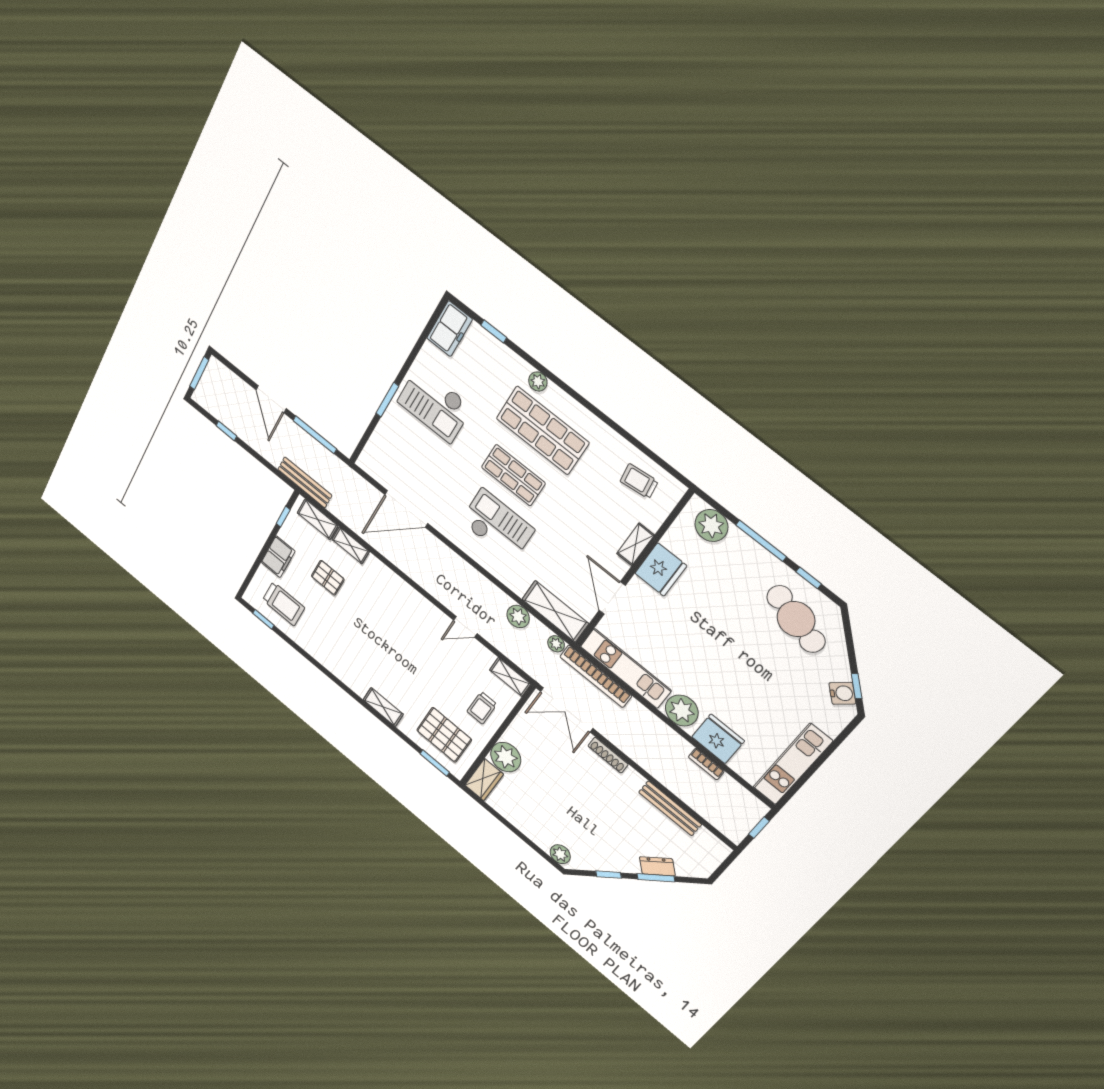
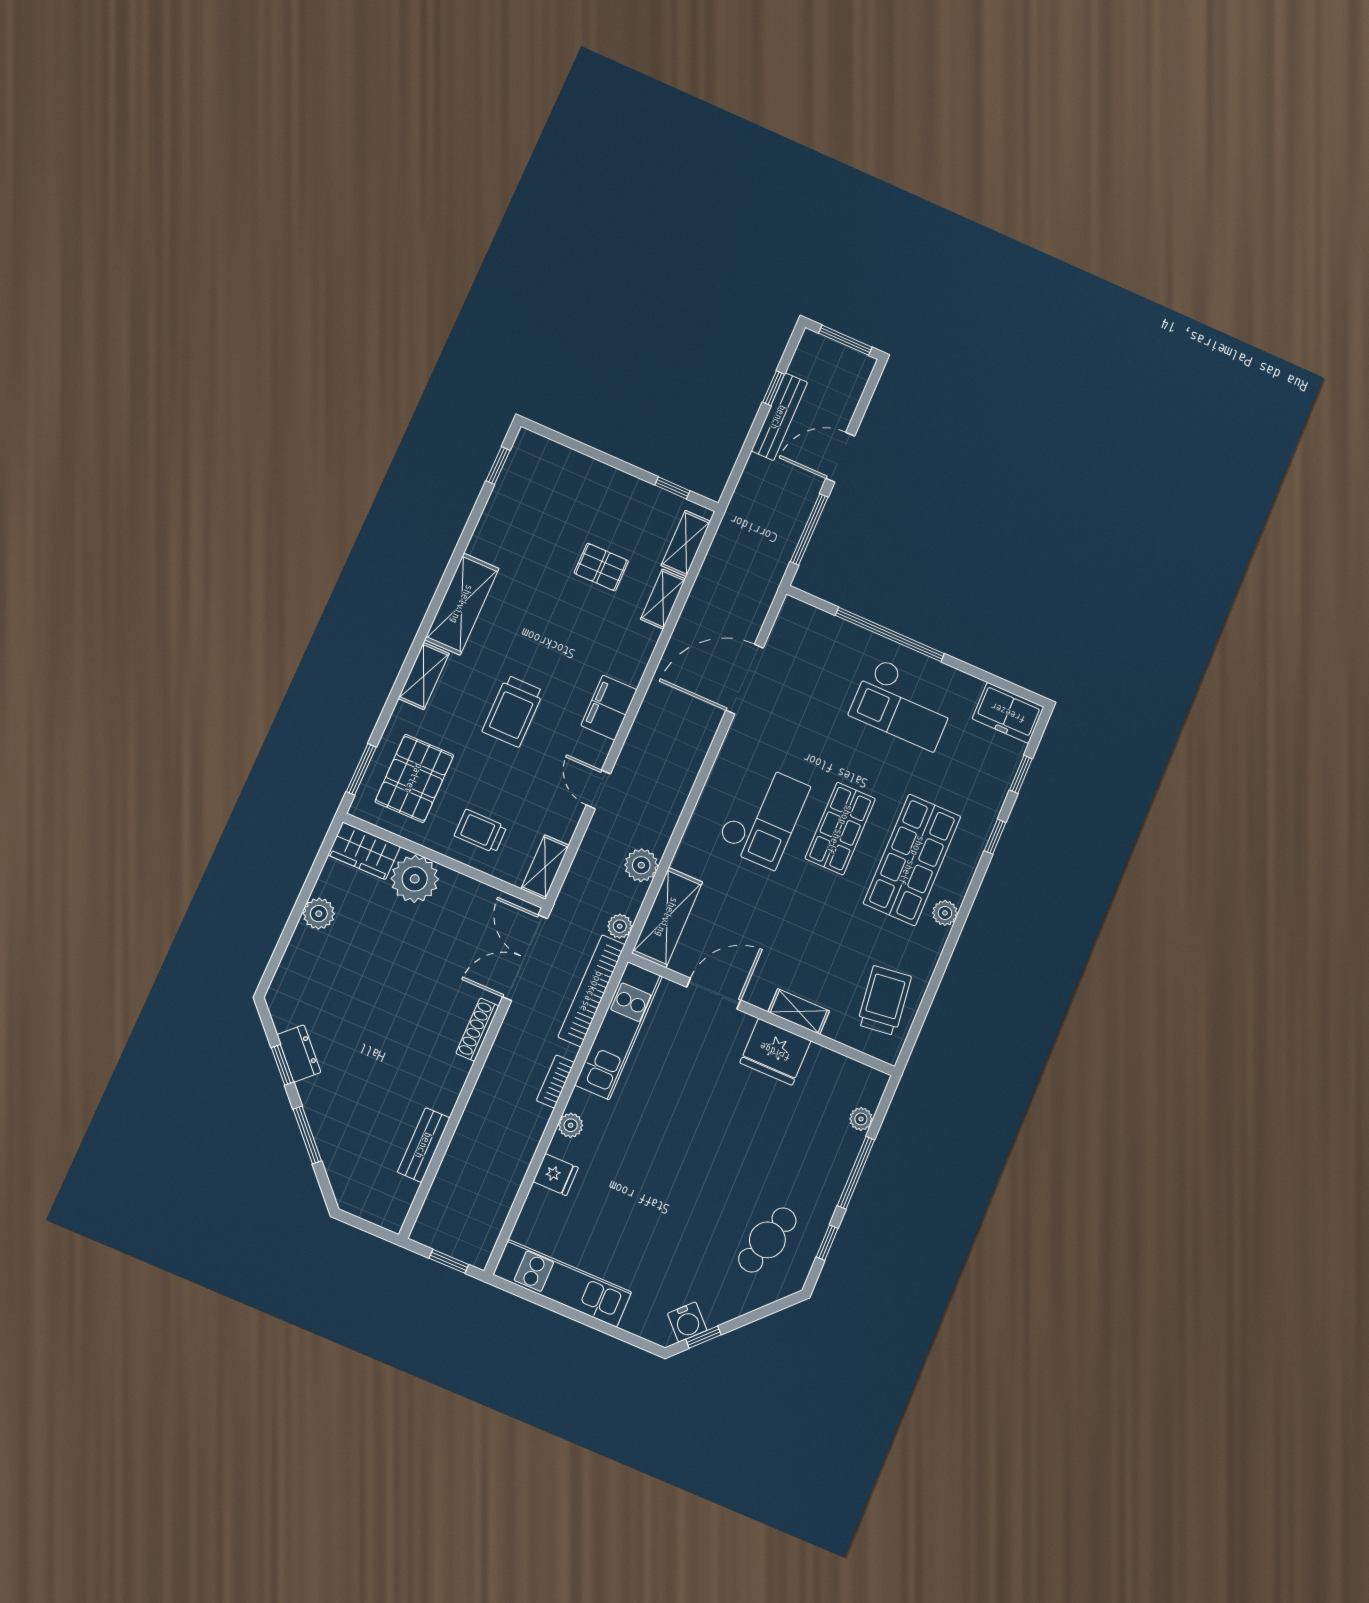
window: (535, 364) -> (995, 837), added
plant: (538, 381) -> (945, 913), moved
window: (387, 400) -> (890, 634), width x2.11
checkout: (435, 404) -> (903, 704), turned -90
trolley: (639, 481) -> (884, 1001), width x1.36, depth x1.39
bench: (305, 482) -> (779, 417), moved
door: (406, 509) -> (745, 679), hinge flipped
plant: (711, 526) -> (861, 1119), width x0.53, depth x0.53
filing cabinet: (278, 557) -> (609, 708), moved, turned 90
pallet: (328, 578) -> (601, 567), turned 90
trolley: (284, 604) -> (513, 711), moved
cafe table: (796, 619) -> (767, 1240), width x0.73, depth x0.74
shelving: (343, 669) -> (462, 604), added
plant: (682, 711) -> (571, 1125), width x0.53, depth x0.53
fridge: (718, 739) -> (556, 1175), width x0.53, depth x0.75
bookcase: (706, 764) -> (555, 1081), moved
bench: (670, 808) -> (424, 1145), width x0.73
plant: (560, 854) -> (319, 914), moved
dresser: (657, 866) -> (299, 1053), moved

